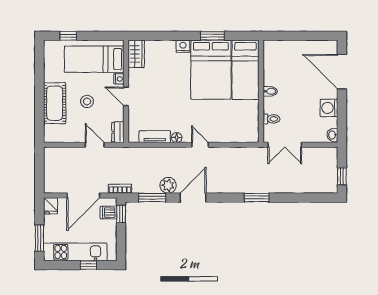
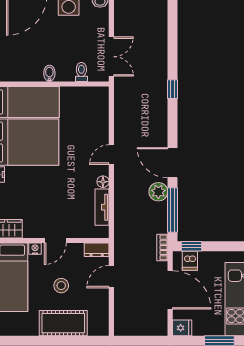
window: (152, 198) -> (173, 210), width x1.44
window: (257, 198) -> (173, 89), width x0.67

